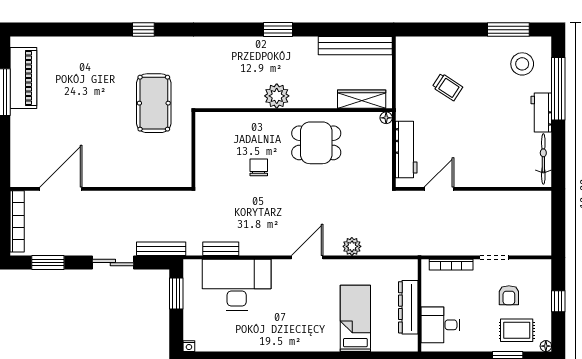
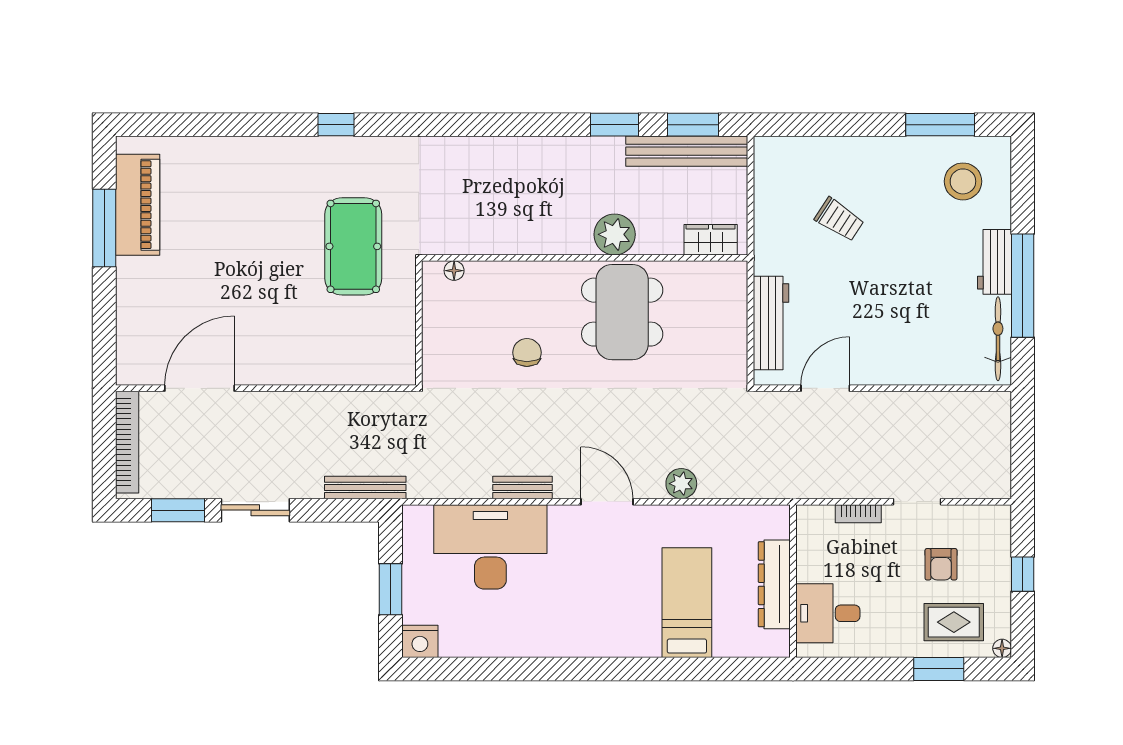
window: (278, 30) -> (614, 125), moved
window: (359, 30) -> (693, 125), added
window: (558, 89) -> (1023, 286), moved
plant: (277, 96) -> (615, 234), moved
wardrobe: (362, 99) -> (711, 240), width x0.67
floor lamp: (386, 118) -> (454, 271), moved
dining table: (316, 143) -> (622, 312), width x1.38
bench: (221, 249) -> (522, 487), moved
door: (307, 257) -> (607, 502), hinge flipped
sliding door: (113, 263) -> (255, 510), moved
bookcase: (451, 265) -> (858, 514), width x0.64
window: (176, 294) -> (390, 589), moved
nightstand: (189, 346) -> (420, 641), width x1.89, depth x1.79

